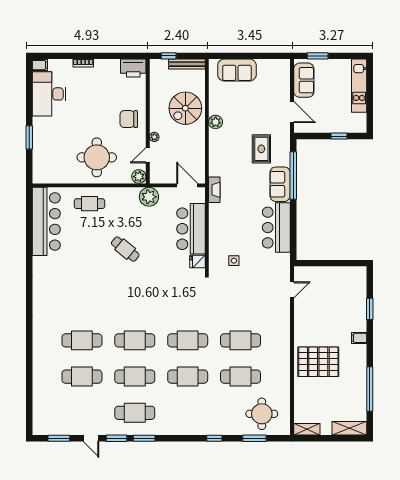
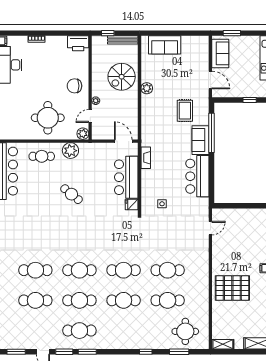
fireplace: (214, 190) -> (146, 158), moved
plant: (149, 197) -> (70, 151), moved

